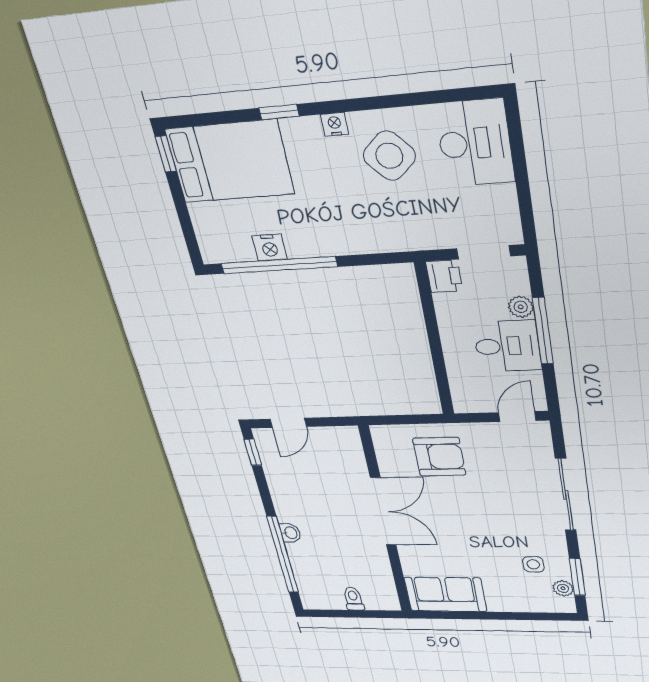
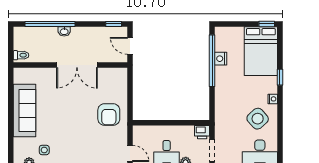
double door: (383, 512) -> (77, 65), moved
wall: (386, 522) -> (70, 65), moved
sofa: (445, 594) -> (24, 111), width x1.36

